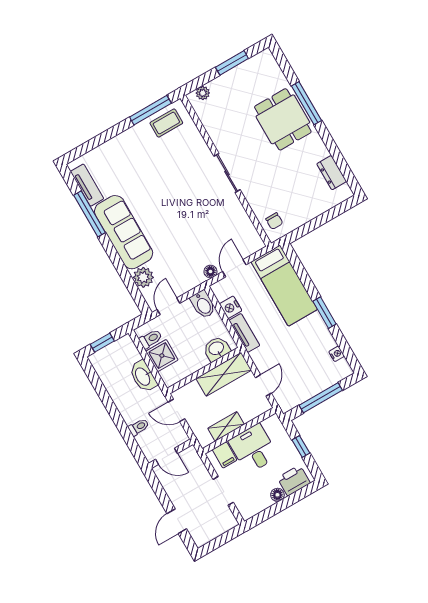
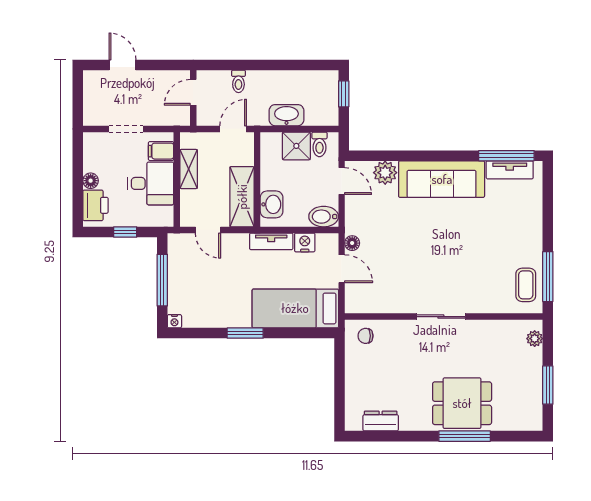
window: (90, 214) -> (506, 156), moved
nightstand: (337, 354) -> (174, 321), moved

